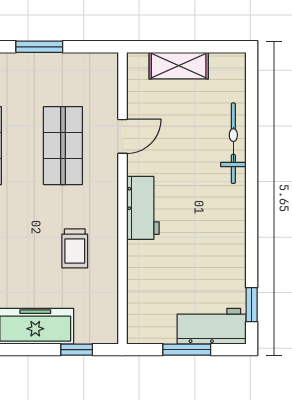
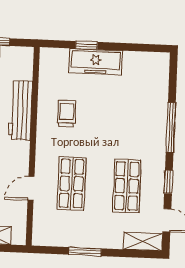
workbench: (143, 208) -> (20, 110), moved, width x1.37
window: (77, 350) -> (87, 45), moved

